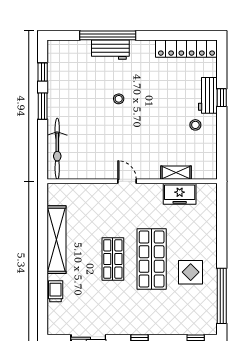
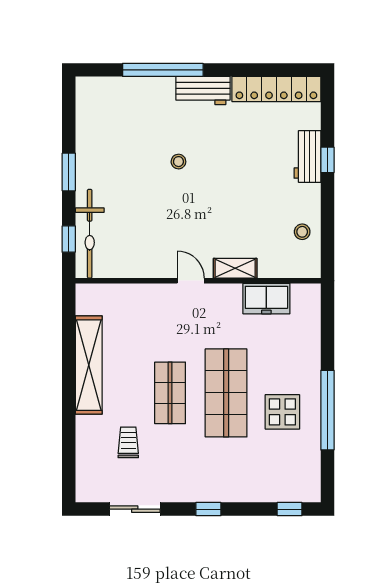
workbench: (110, 50) -> (203, 91), moved
window: (43, 72) -> (69, 239), moved
stool: (195, 125) -> (302, 232), moved
shelving: (176, 173) -> (235, 268), moved
trolley: (56, 291) -> (128, 442), moved
window: (222, 296) -> (327, 410), moved

